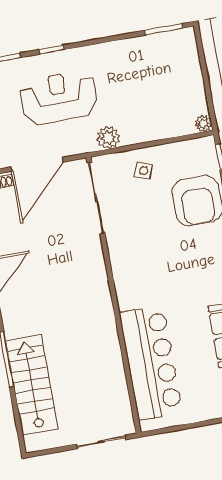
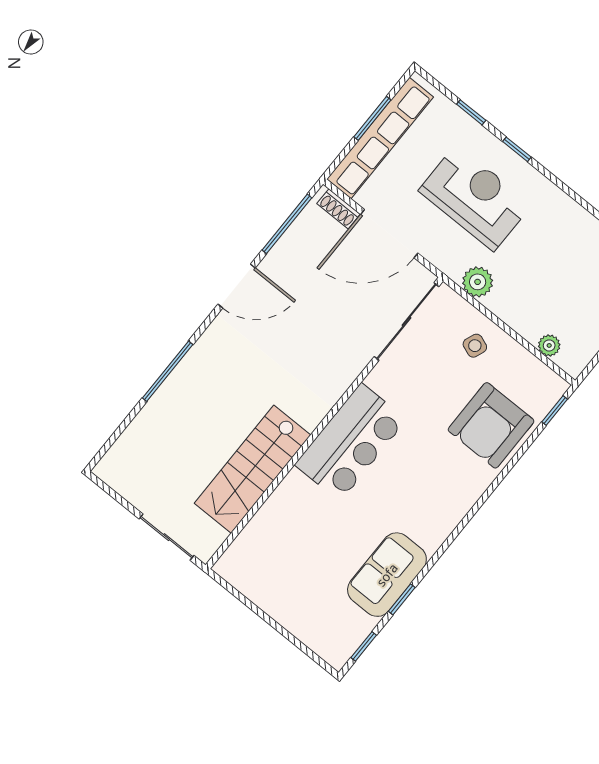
plant: (203, 124) -> (549, 345), moved
bar counter: (151, 363) -> (351, 442), moved, width x0.73
stairs: (32, 385) -> (253, 469), moved, turned 180

